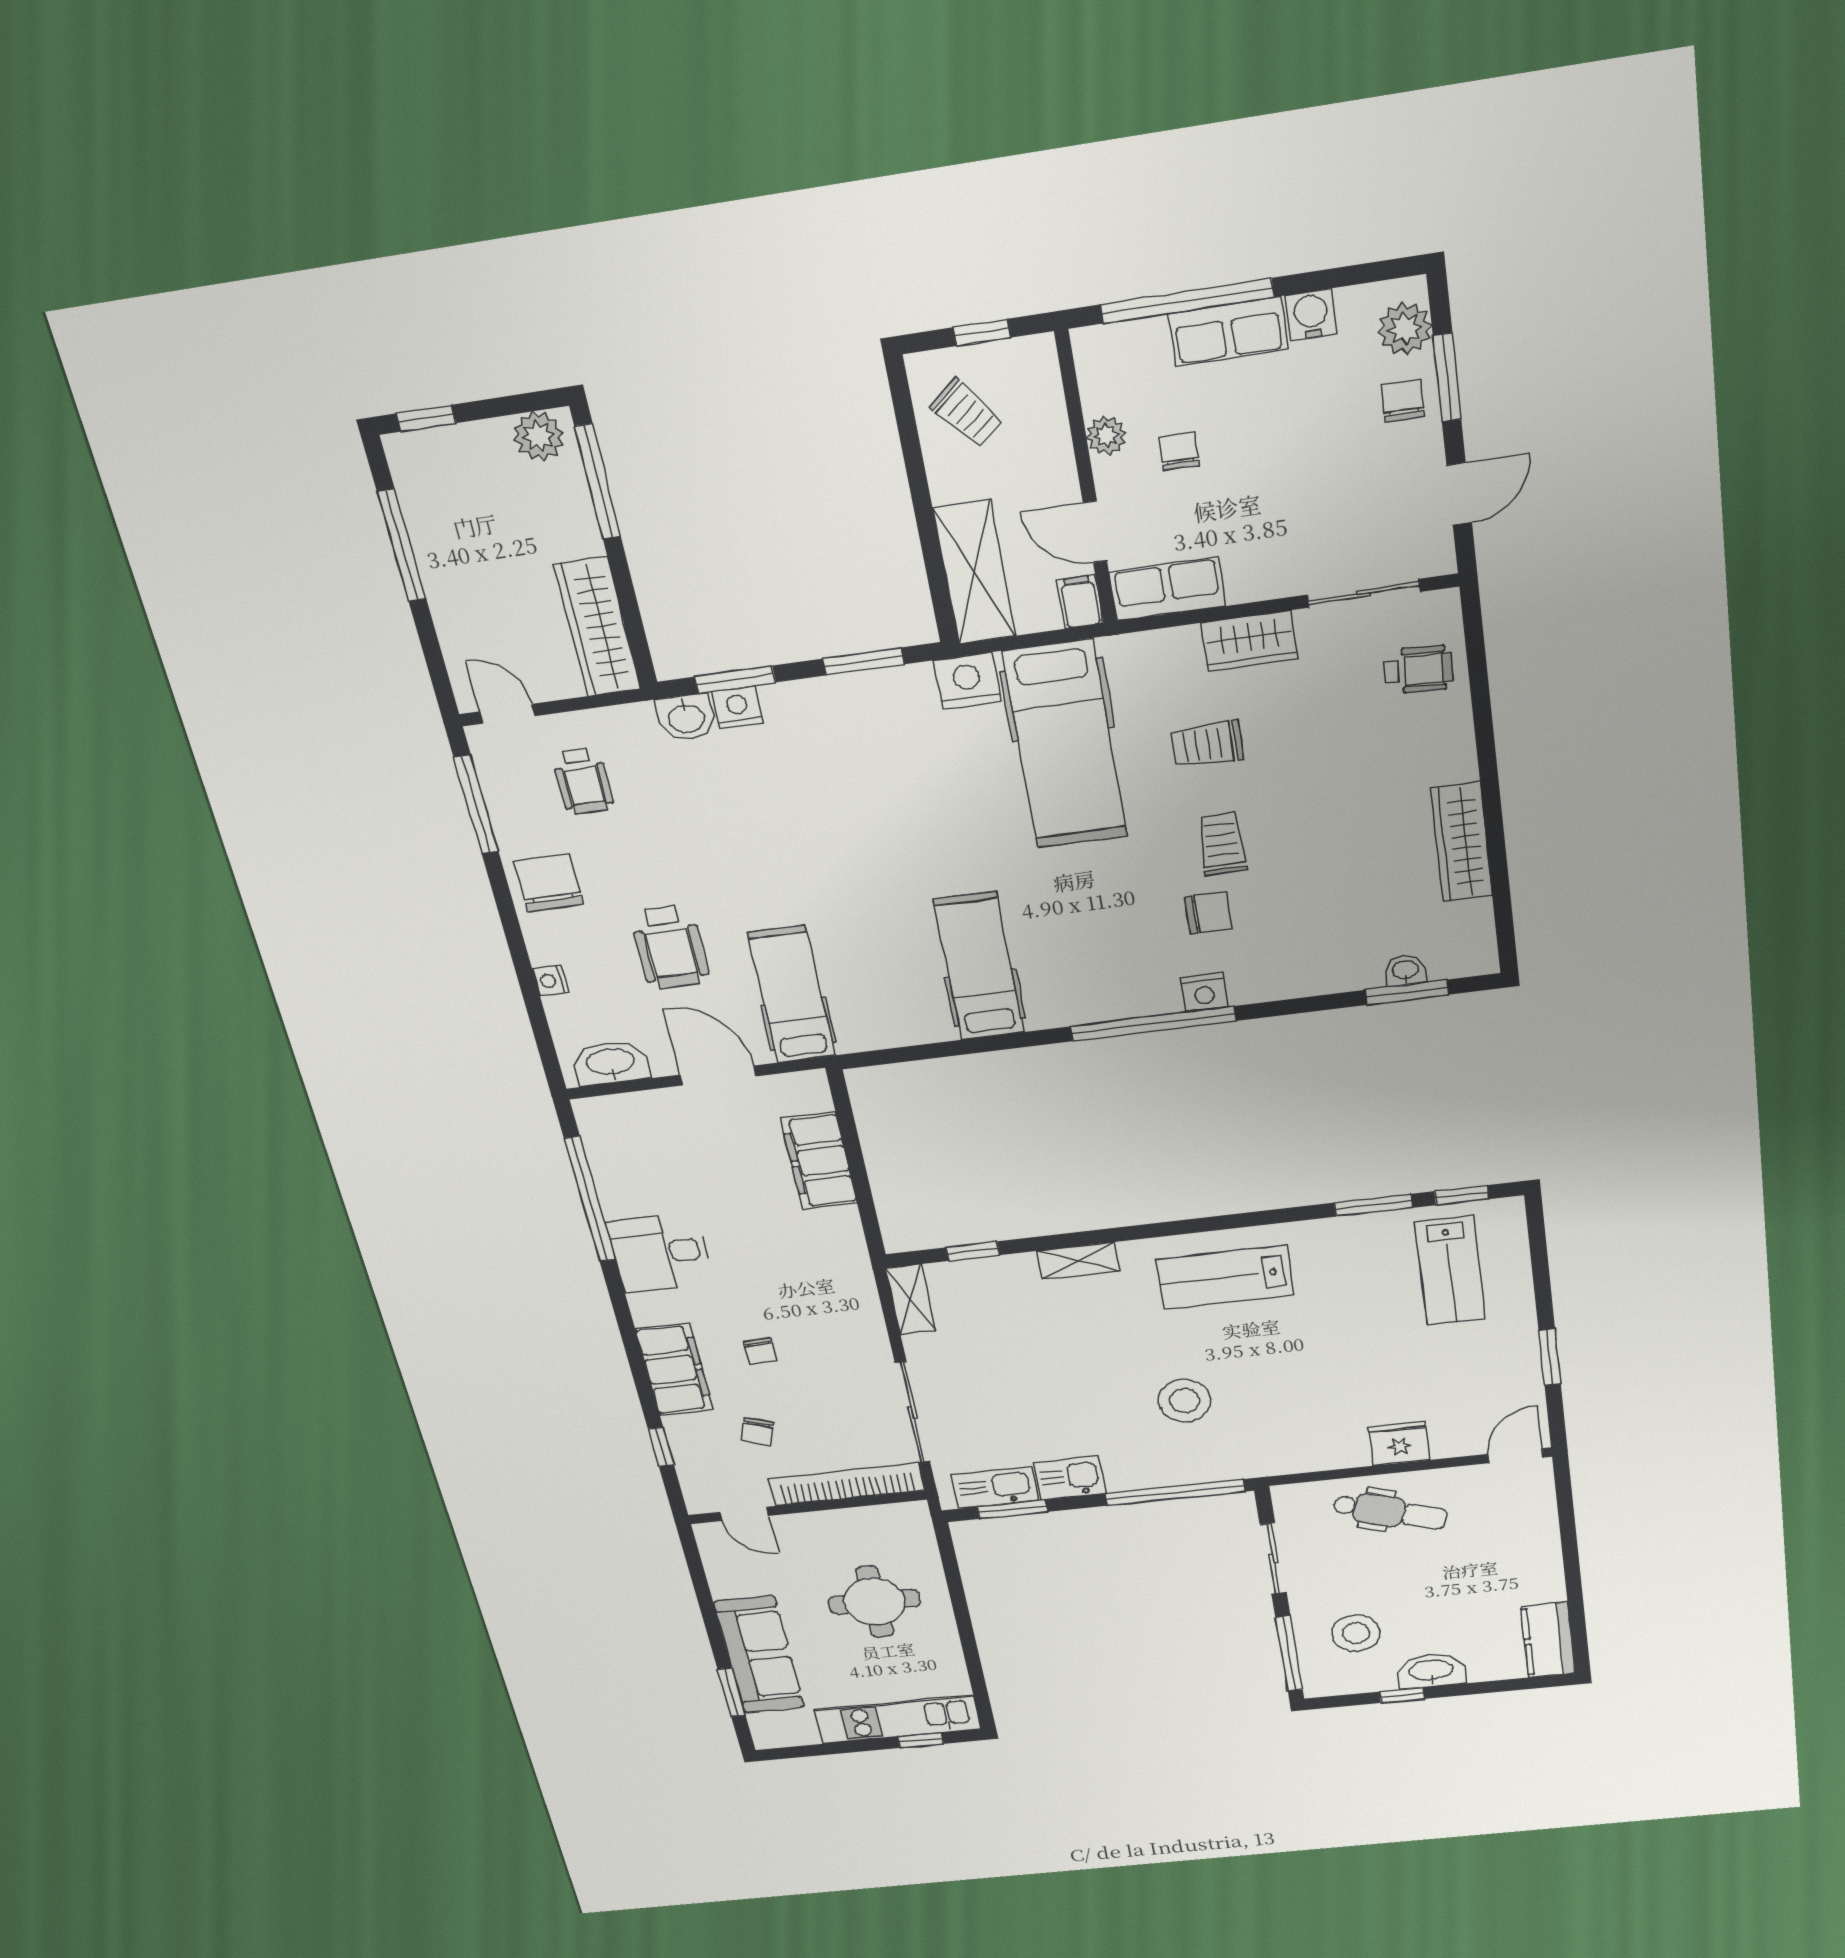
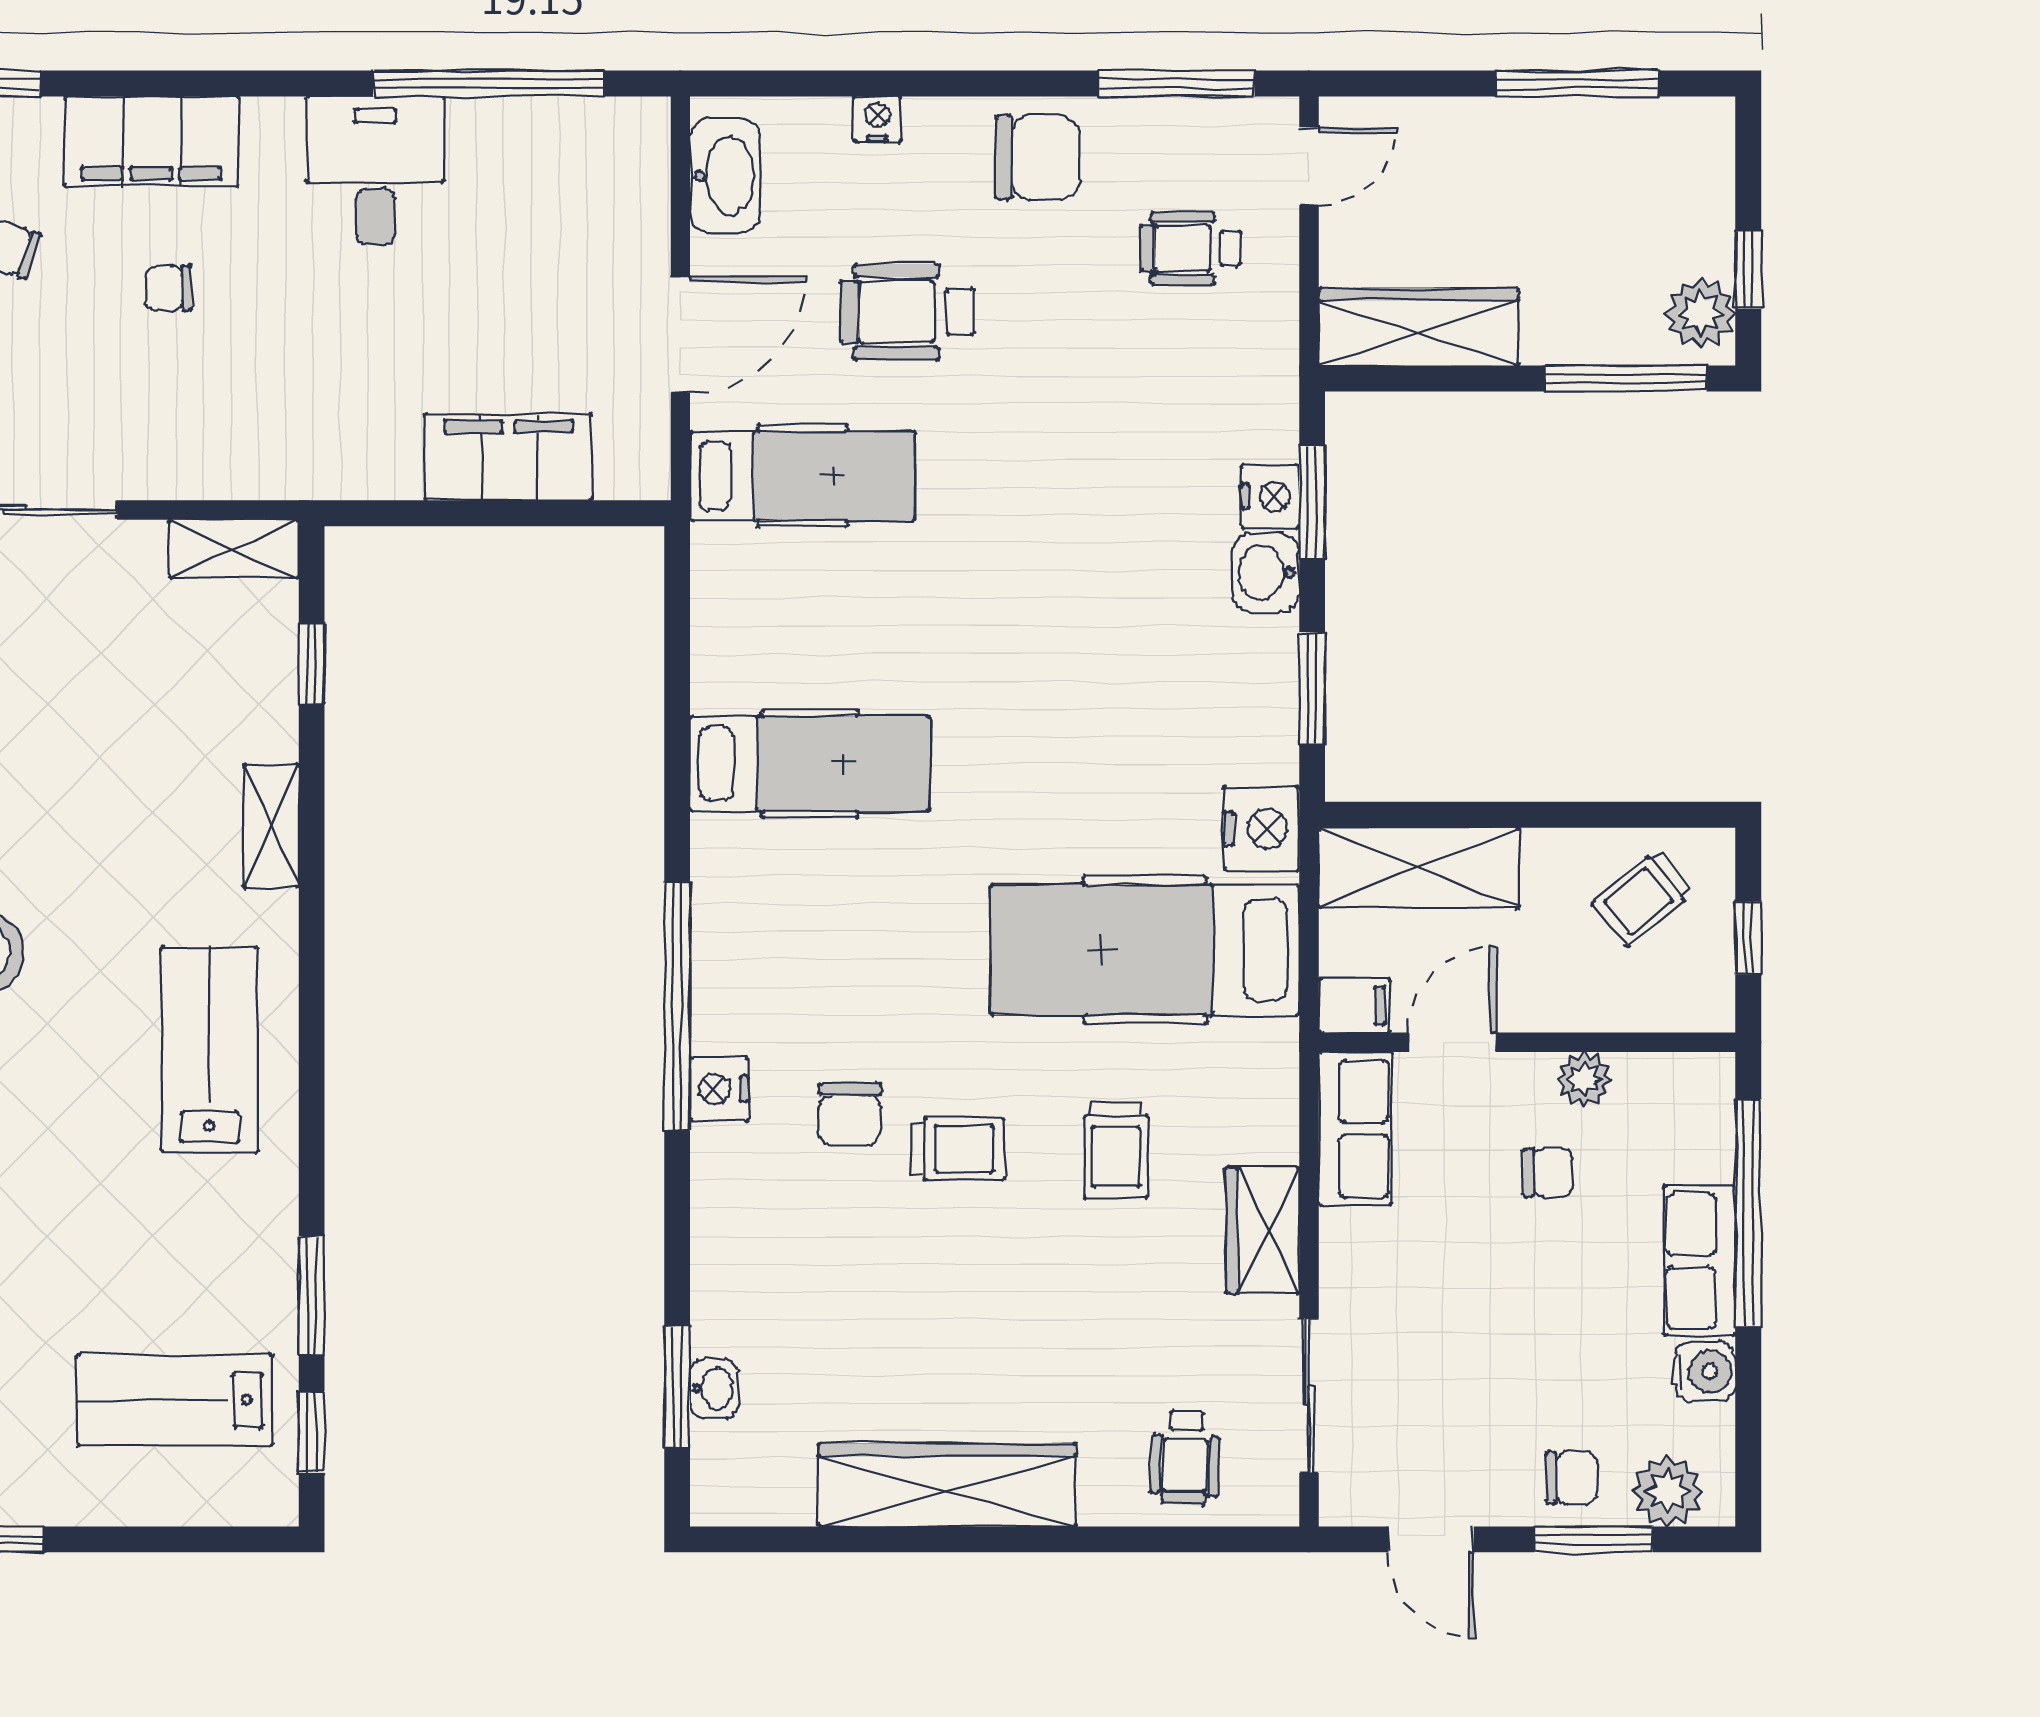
window: (426, 418) -> (1748, 270), moved
washbasin: (686, 717) -> (1266, 573), moved
trolley: (1207, 744) -> (1116, 1150), turned 180
wardrobe: (1462, 843) -> (947, 1485), width x1.40, depth x1.17

